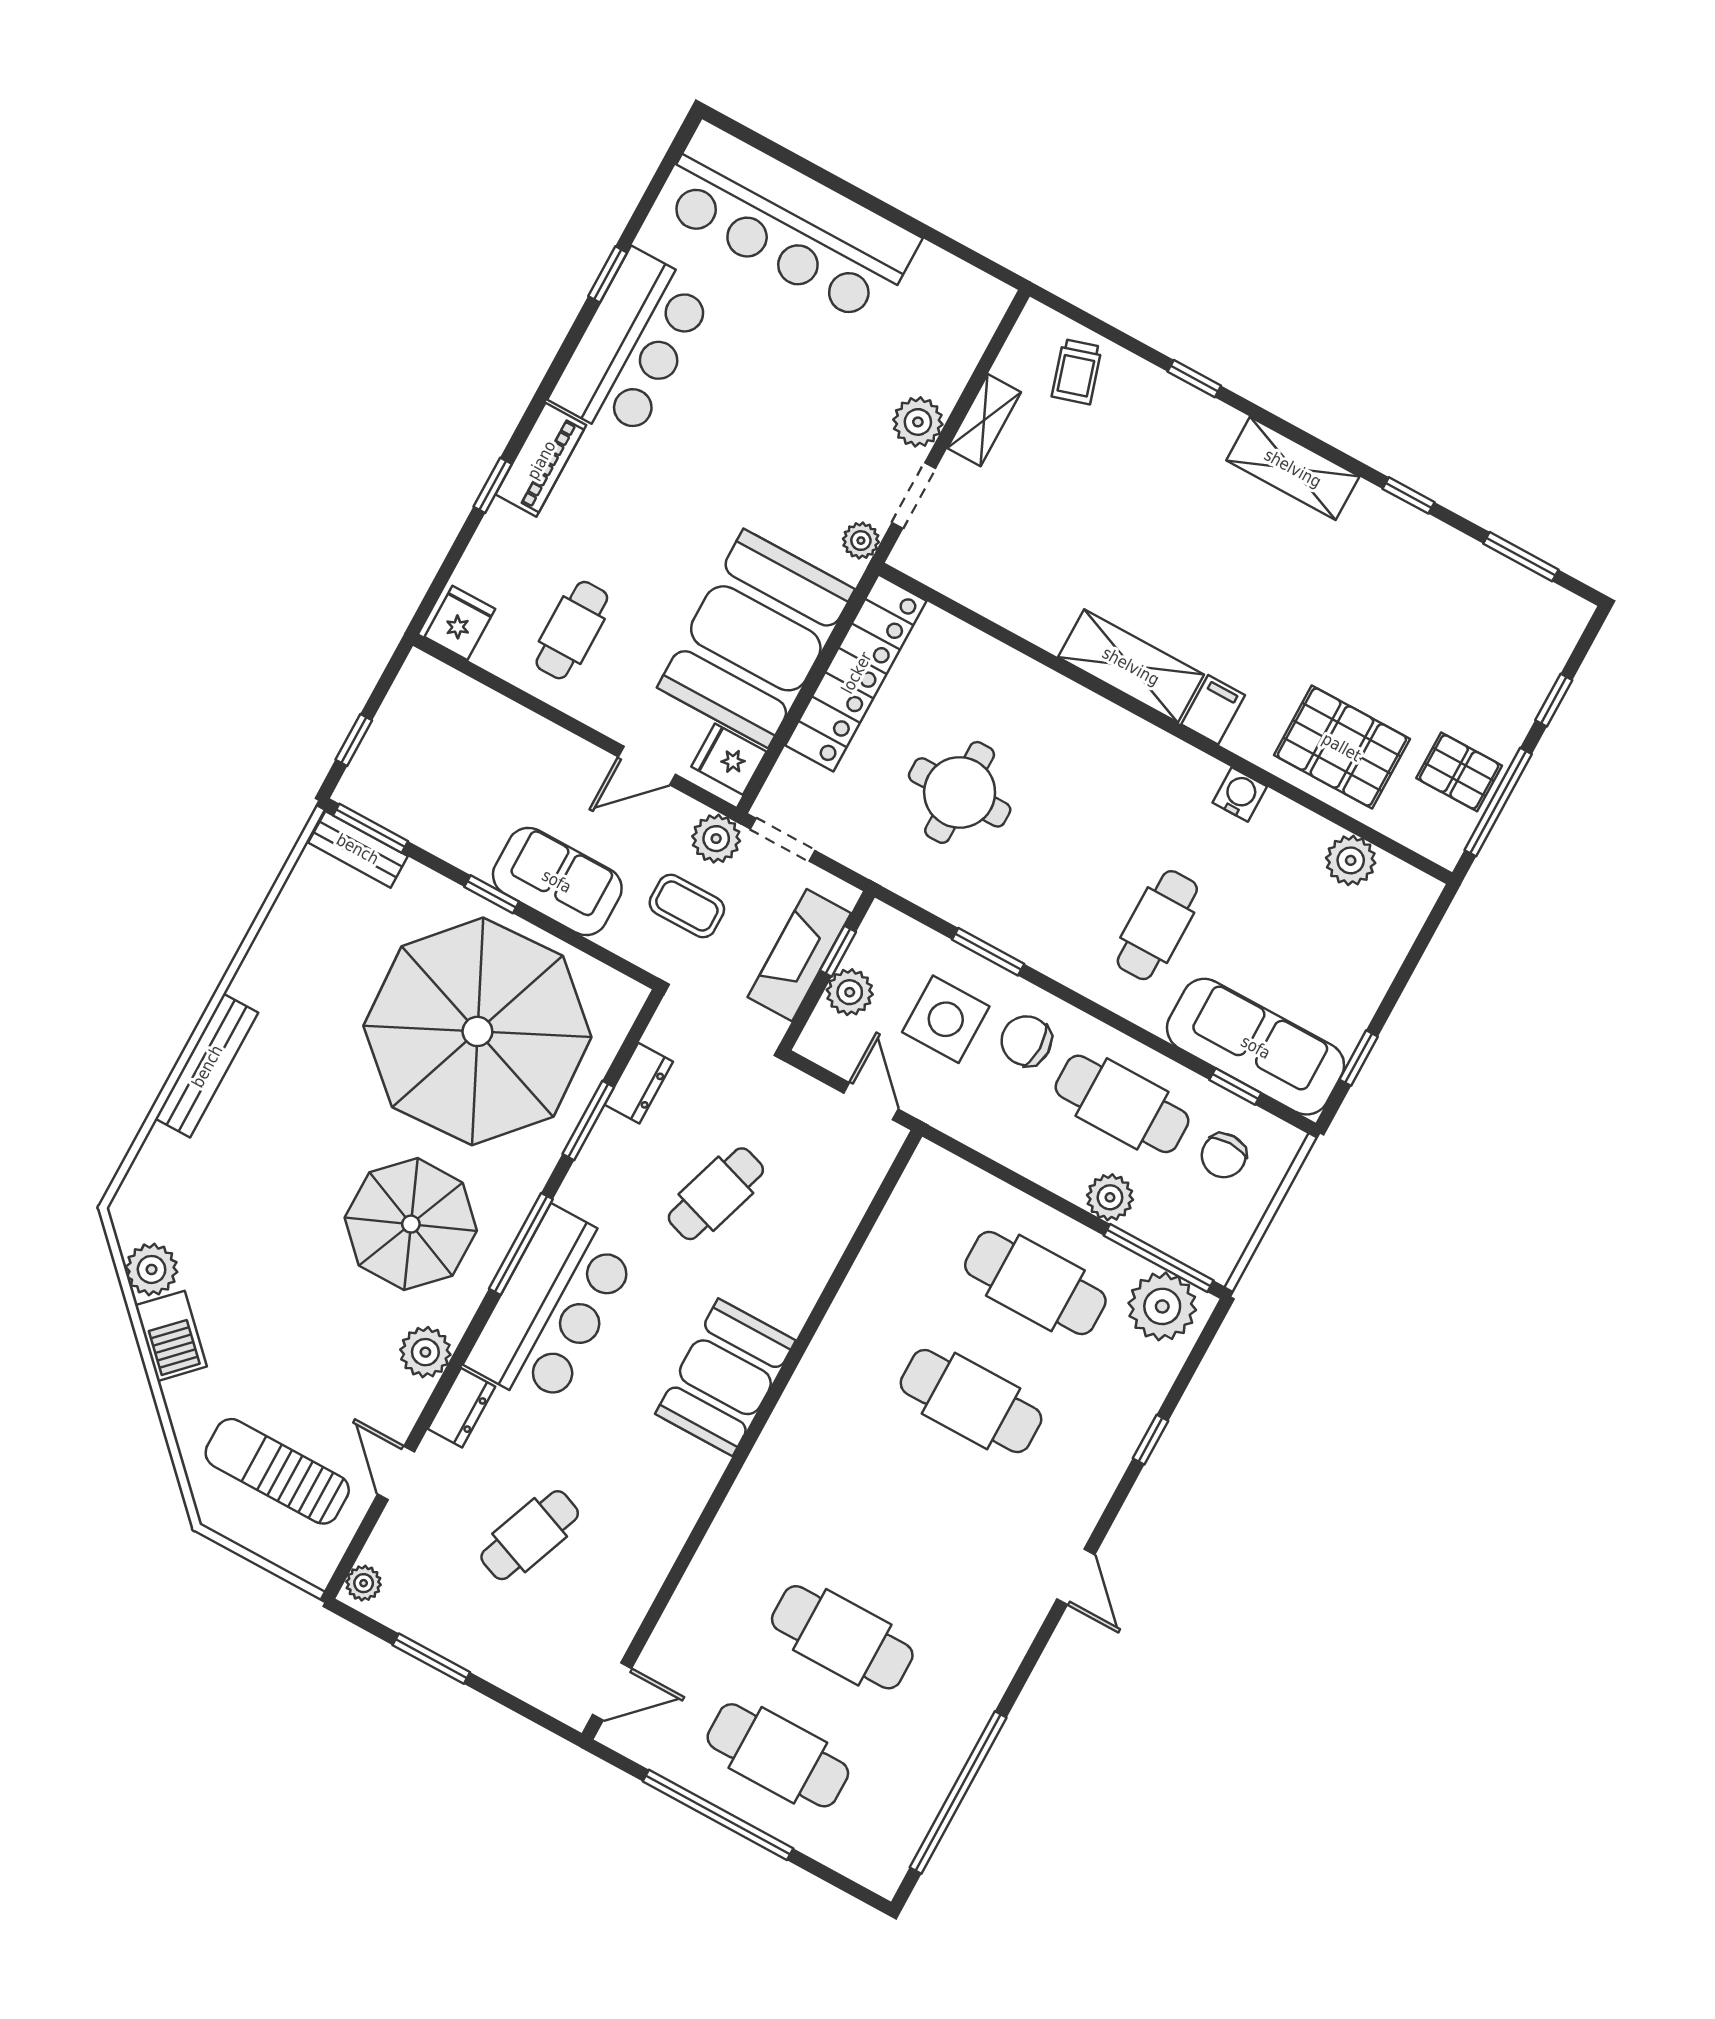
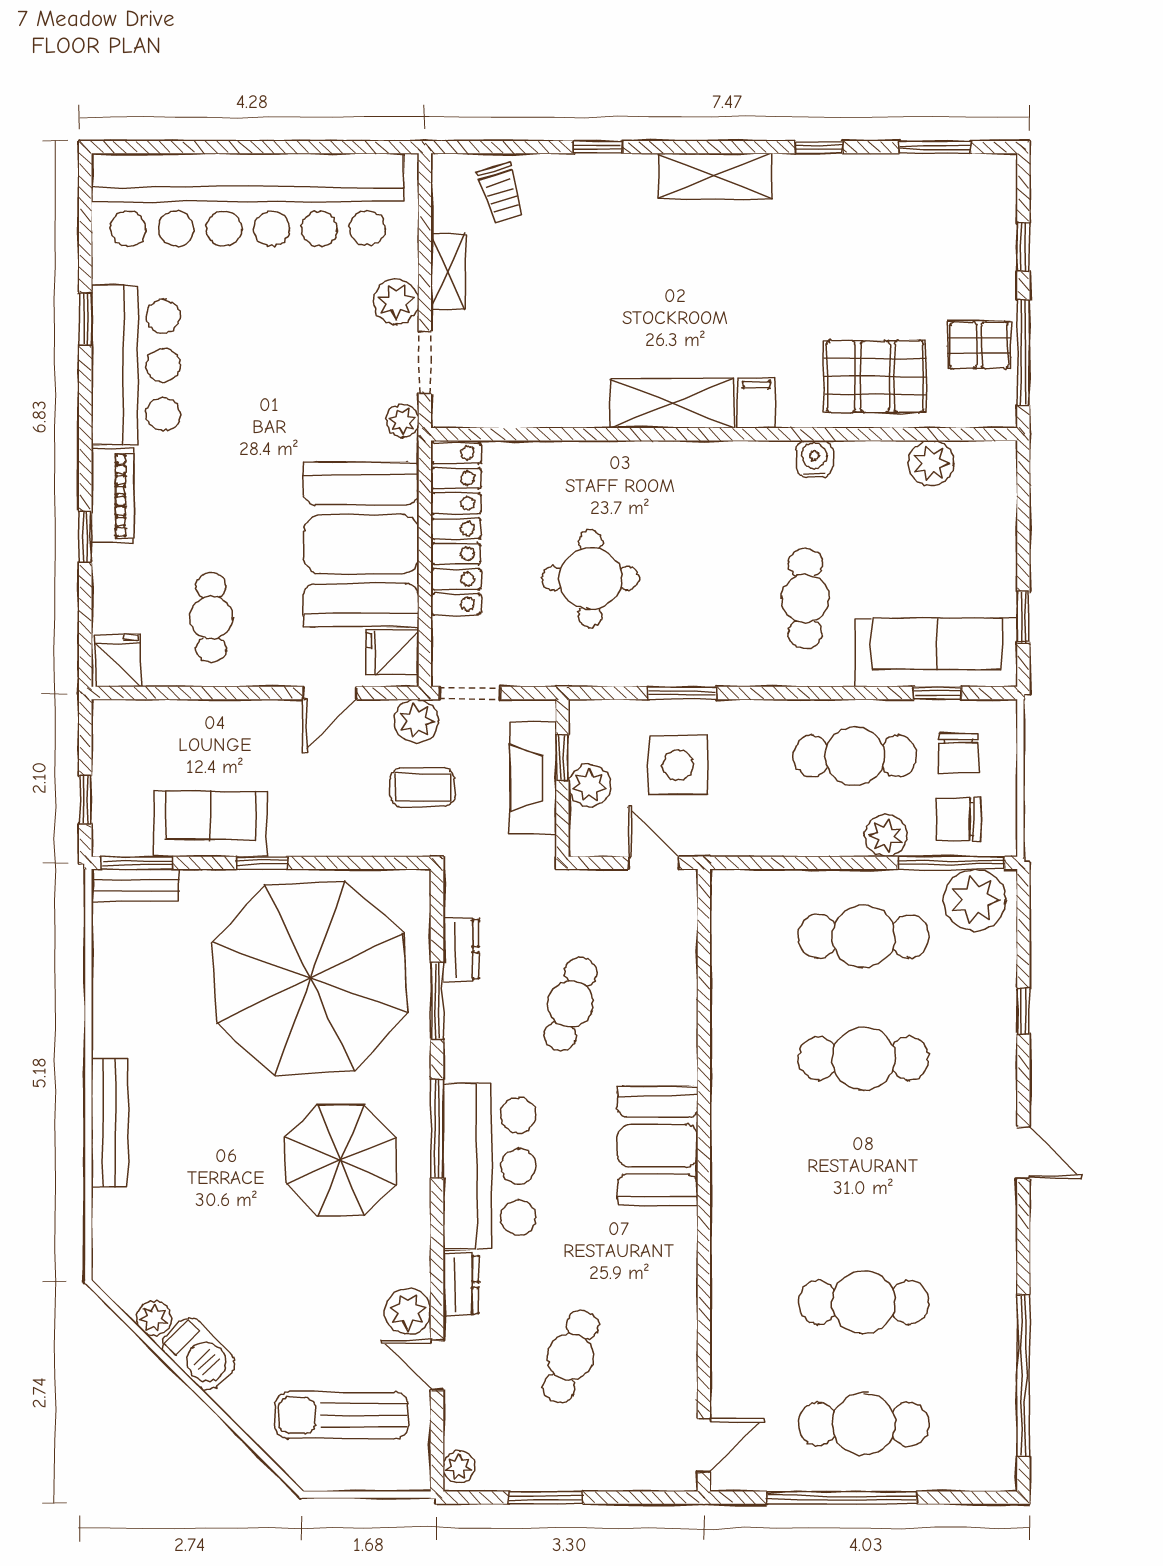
bar counter: (788, 223) -> (248, 200), width x1.36
sofa: (557, 881) -> (211, 824), moved
chair: (1026, 1041) -> (958, 819), moved
plant: (152, 1269) -> (154, 1318), width x0.73, depth x0.73
plant: (425, 1352) -> (408, 1311), moved

